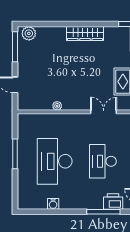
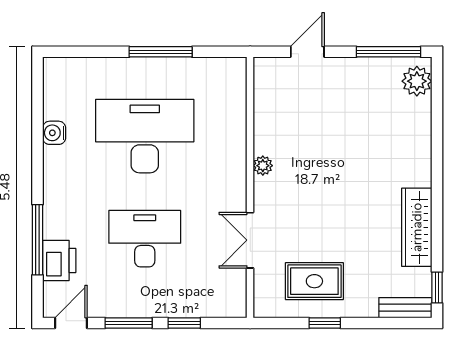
wardrobe: (85, 33) -> (417, 227), moved
plant: (57, 106) -> (263, 166), moved
double door: (104, 112) -> (250, 240), swing flipped

